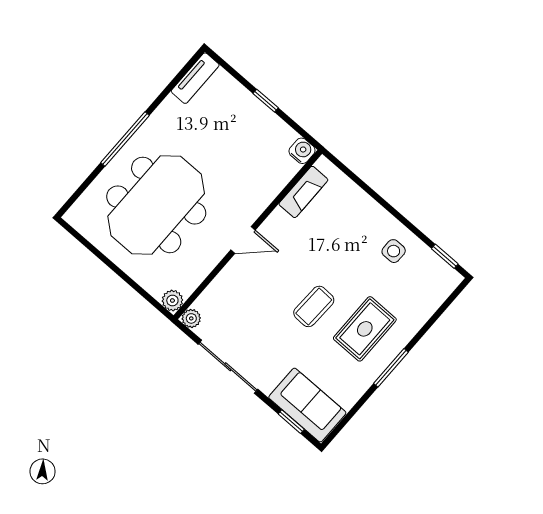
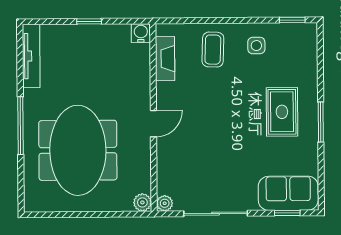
tv unit: (195, 78) -> (31, 56), width x1.41
coffee table: (314, 306) -> (213, 50), moved

